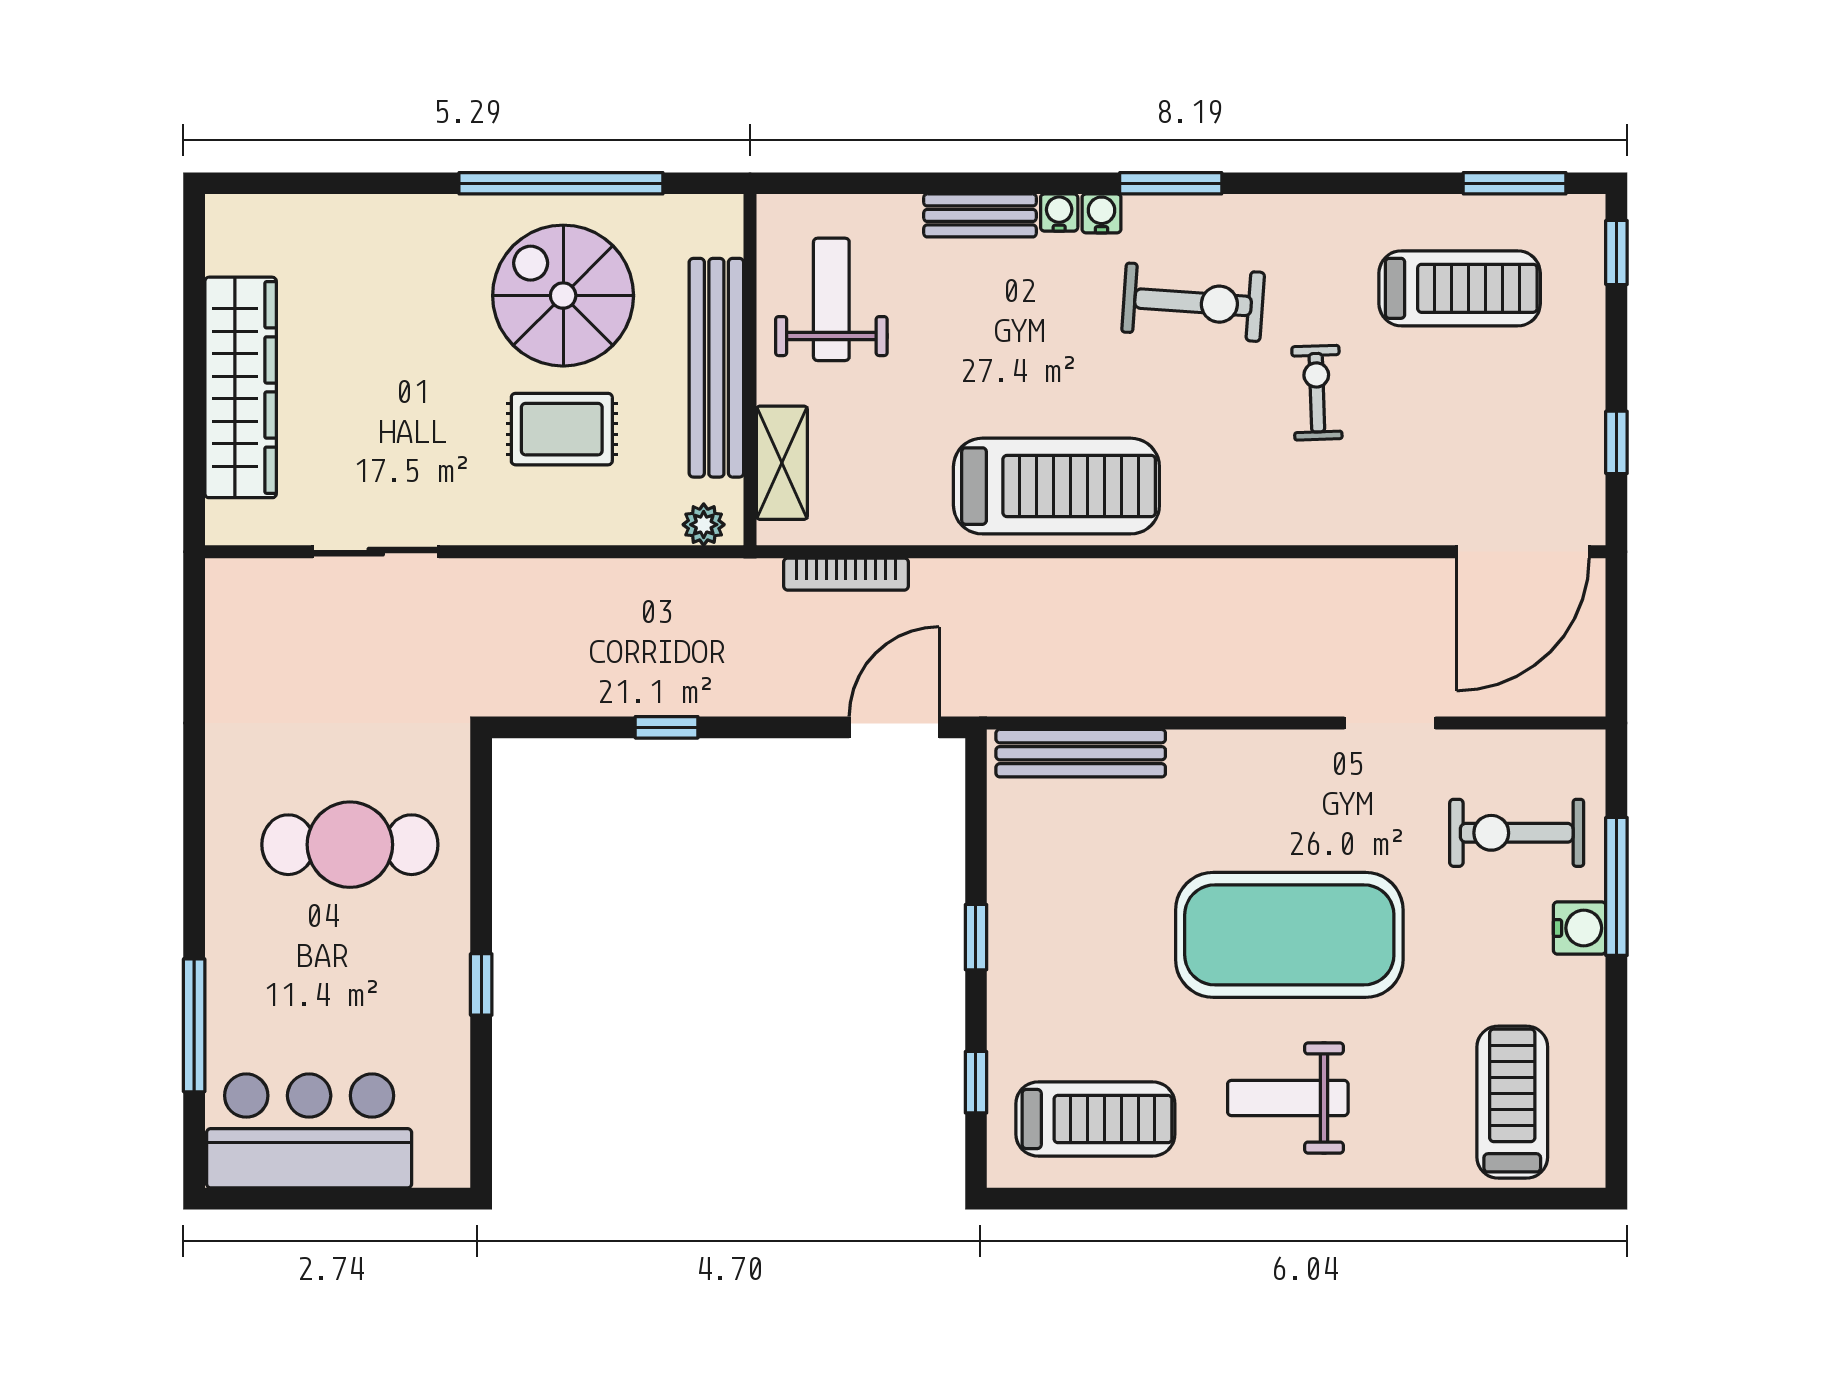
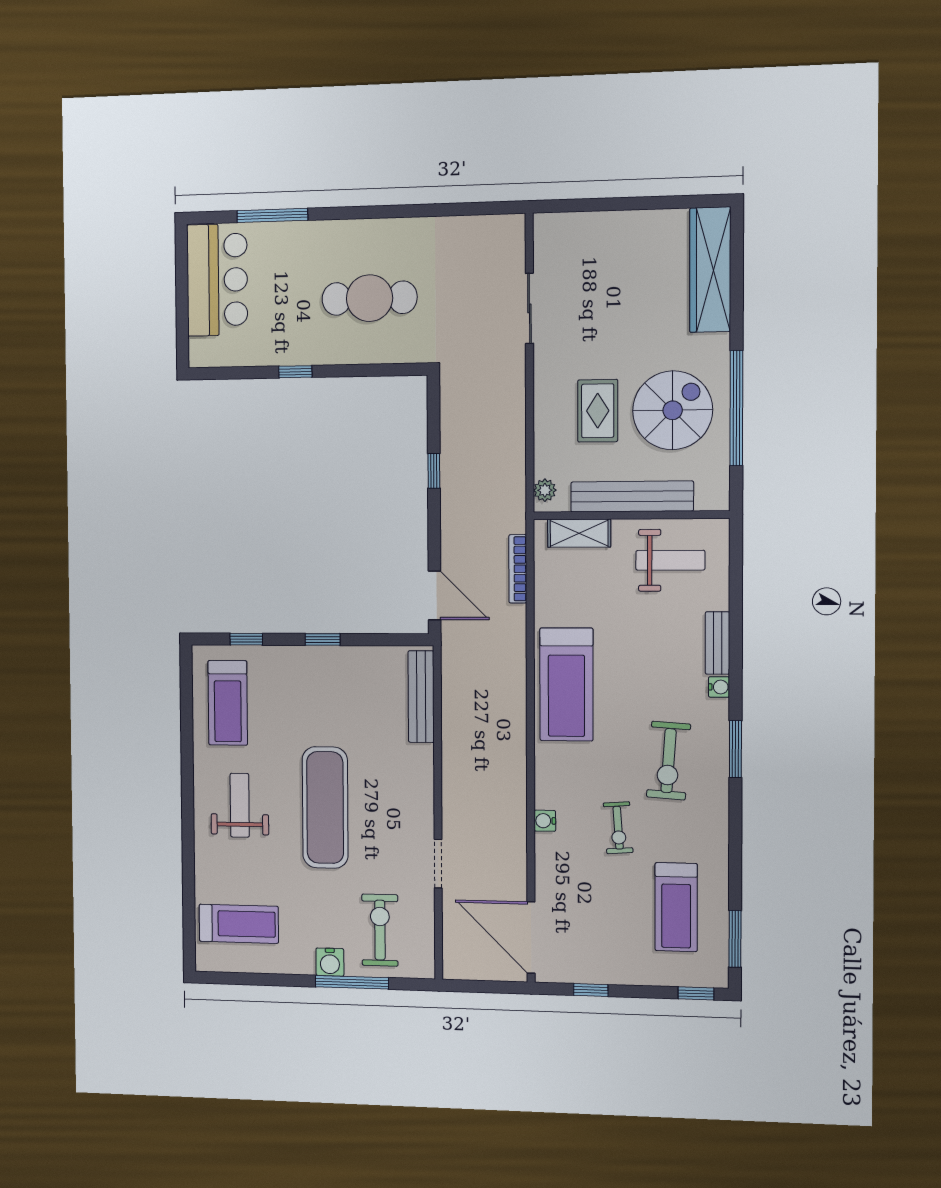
water cooler: (1102, 213) -> (545, 821), moved, turned 180
wardrobe: (241, 387) -> (710, 270), moved, turned 90
exercise bike: (1317, 393) -> (618, 828), turned 88
cafe table: (350, 845) -> (370, 298), turned 90
exercise mat: (1289, 935) -> (325, 808), width x0.68

